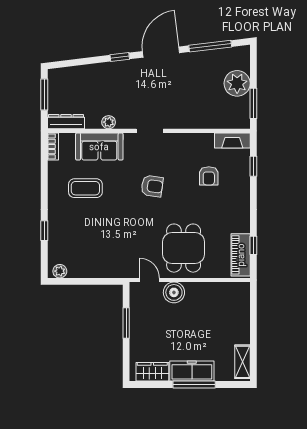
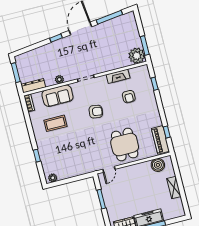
plant: (237, 83) -> (137, 56), moved
fireplace: (232, 140) -> (118, 76), moved
door: (150, 280) -> (109, 169), swing flipped
boiler: (174, 292) -> (158, 165), moved
shelving: (242, 362) -> (174, 187), moved

